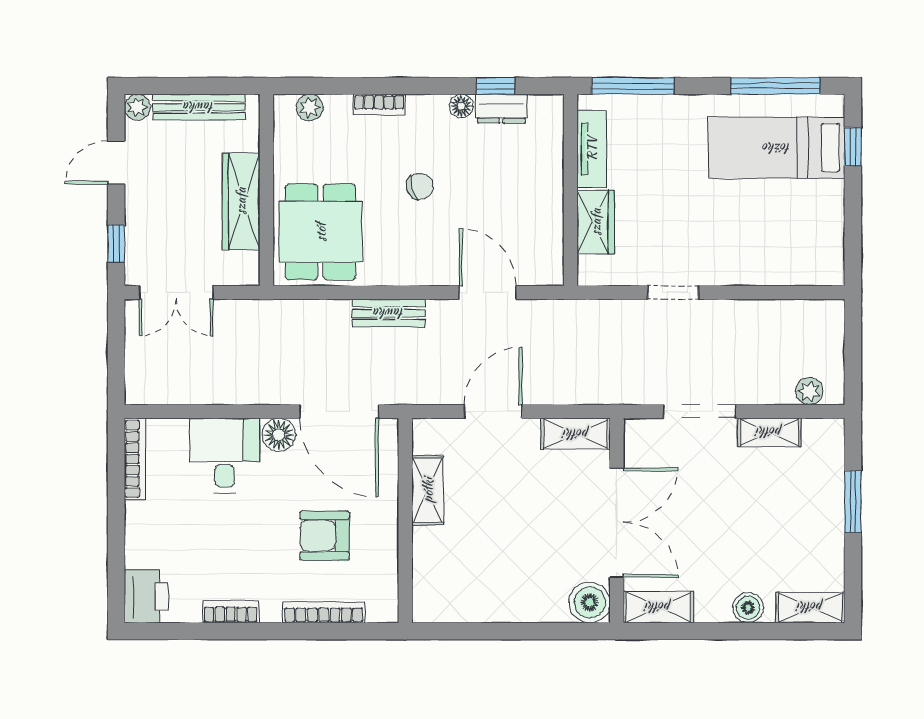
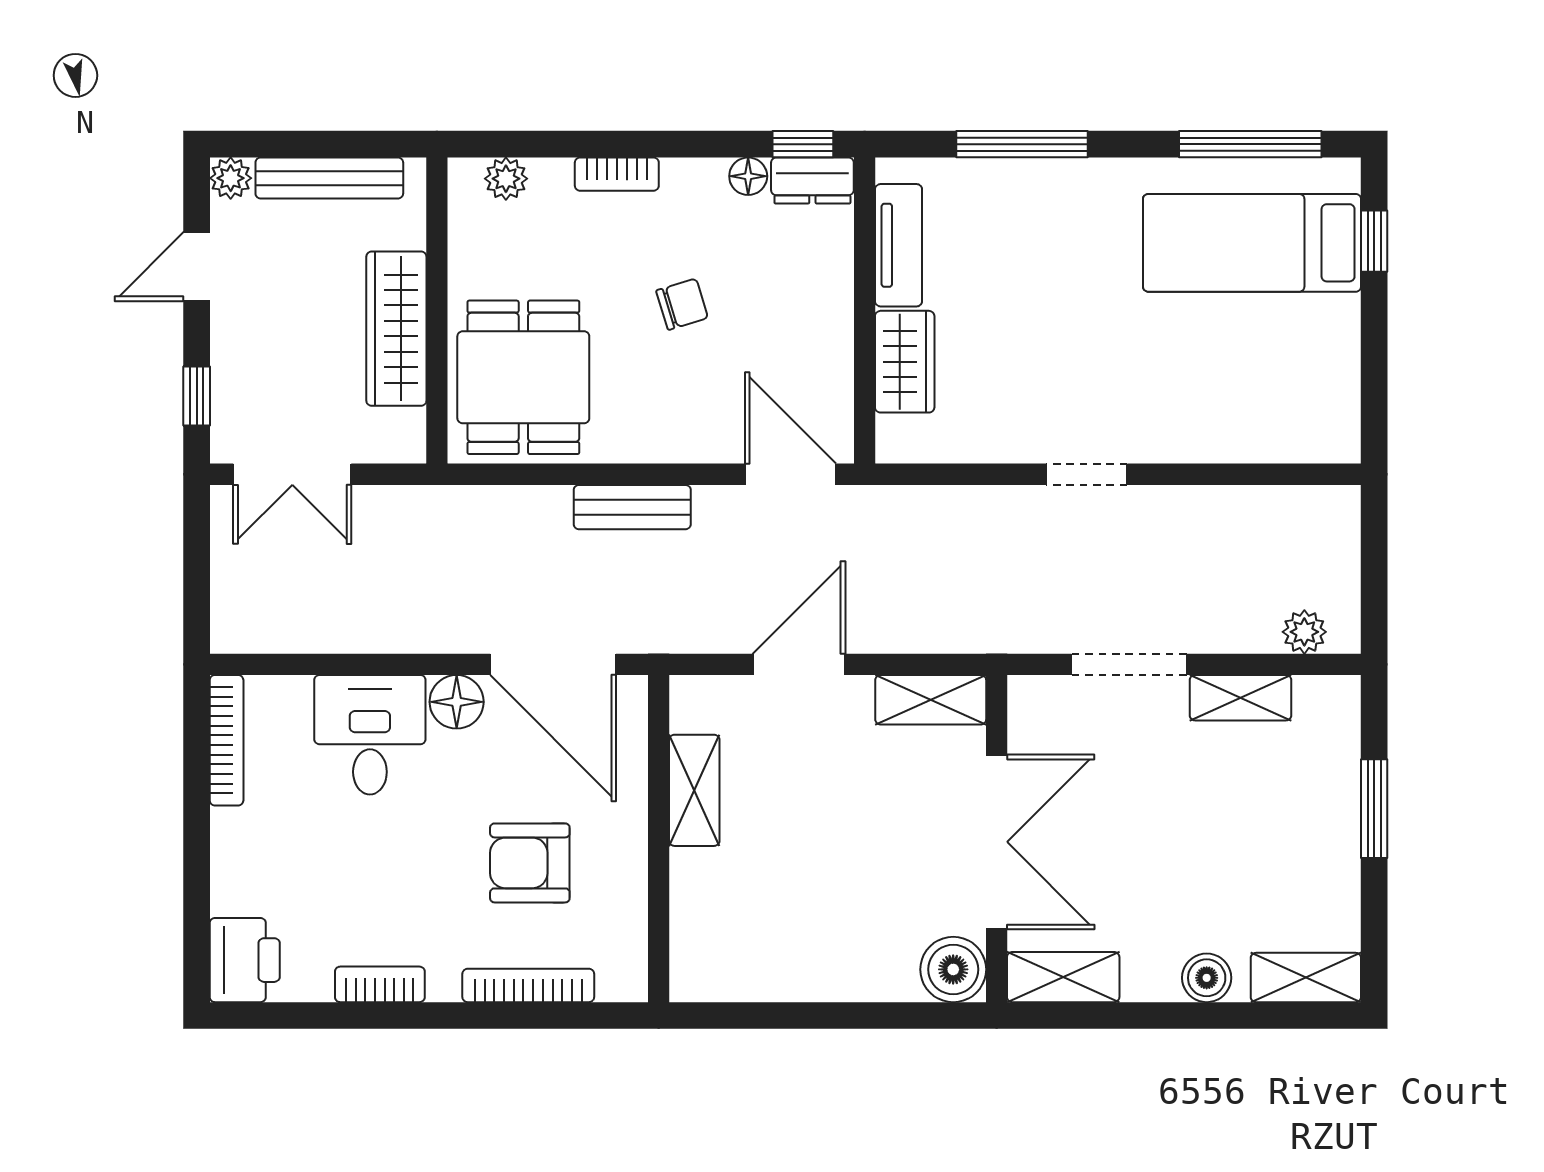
tv unit: (592, 149) -> (899, 245), moved
wall: (570, 190) -> (865, 311), moved
wardrobe: (596, 222) -> (905, 362), moved

